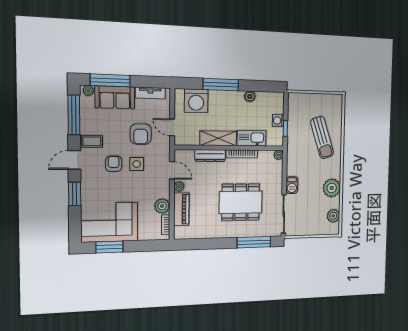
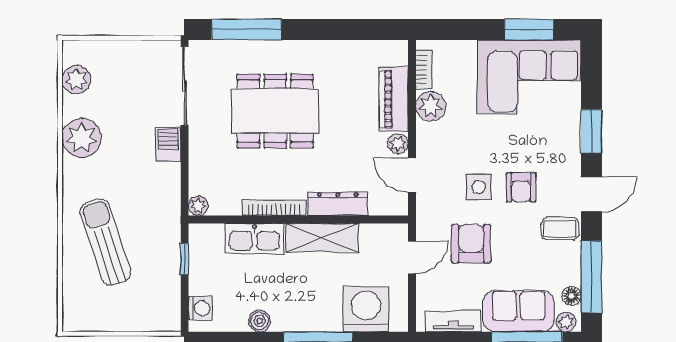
floor lamp: (85, 105) -> (572, 296), added
washing machine: (278, 120) -> (200, 308), moved
door: (172, 127) -> (412, 257), hinge flipped

